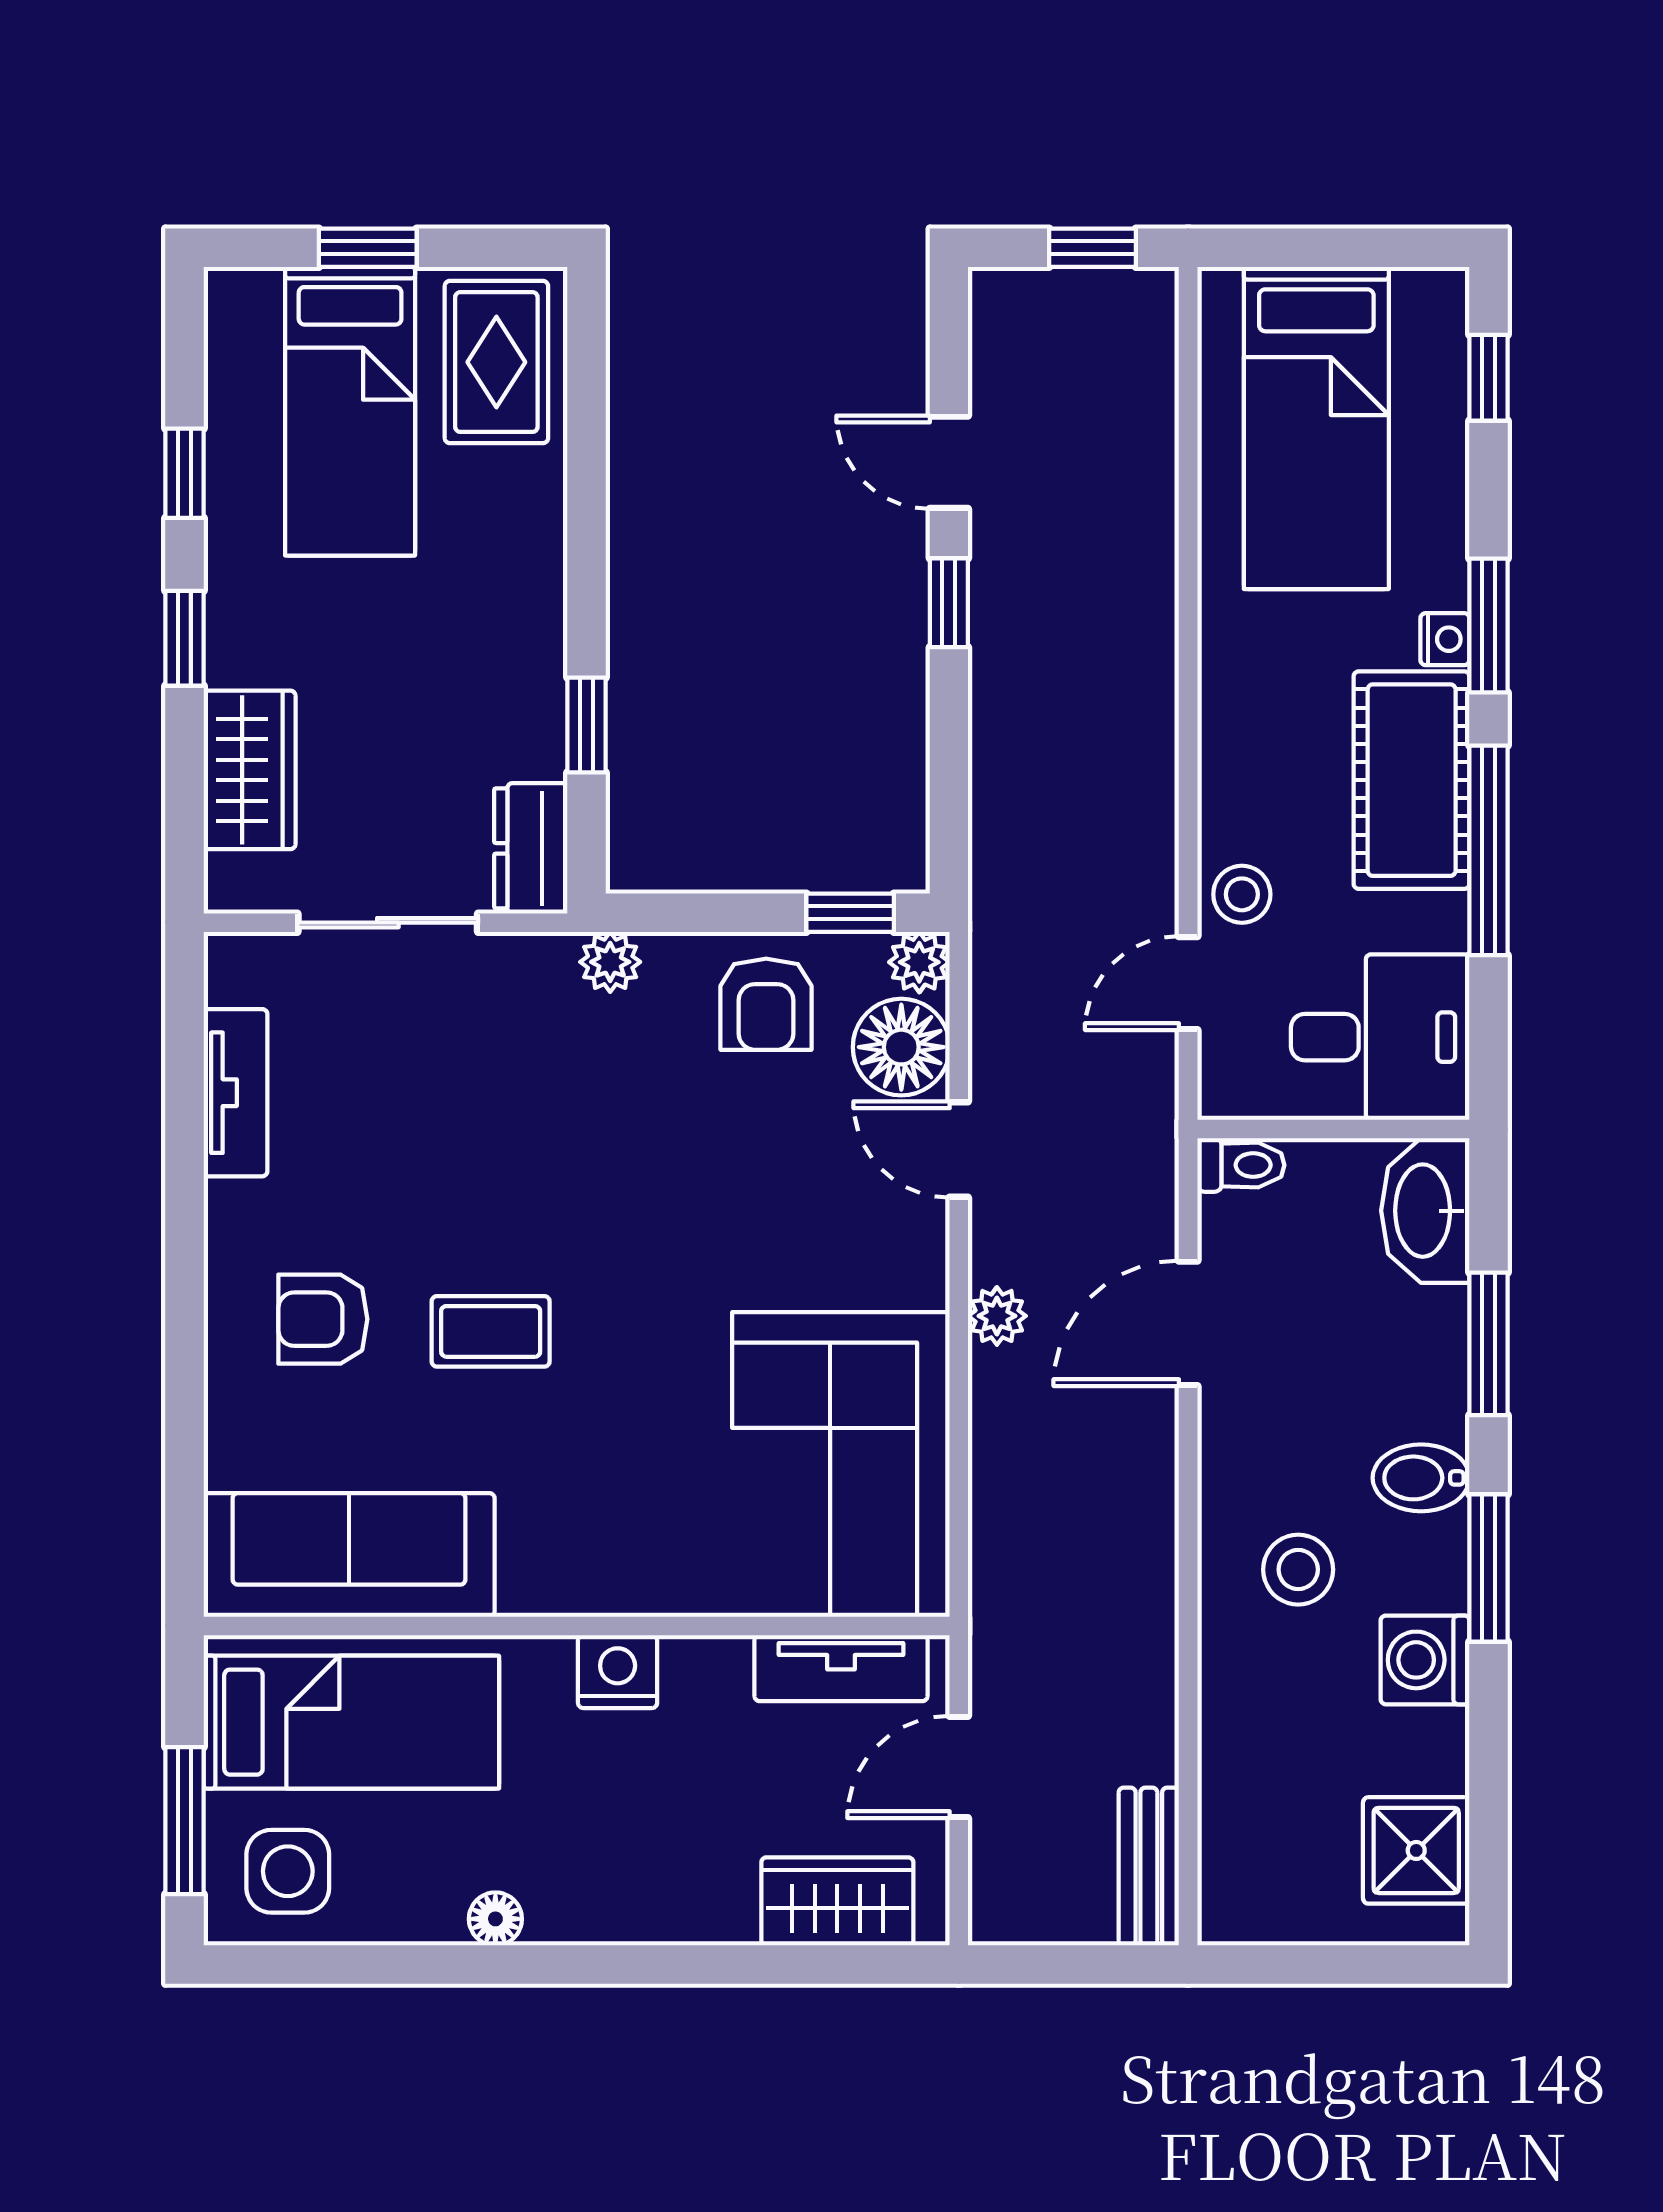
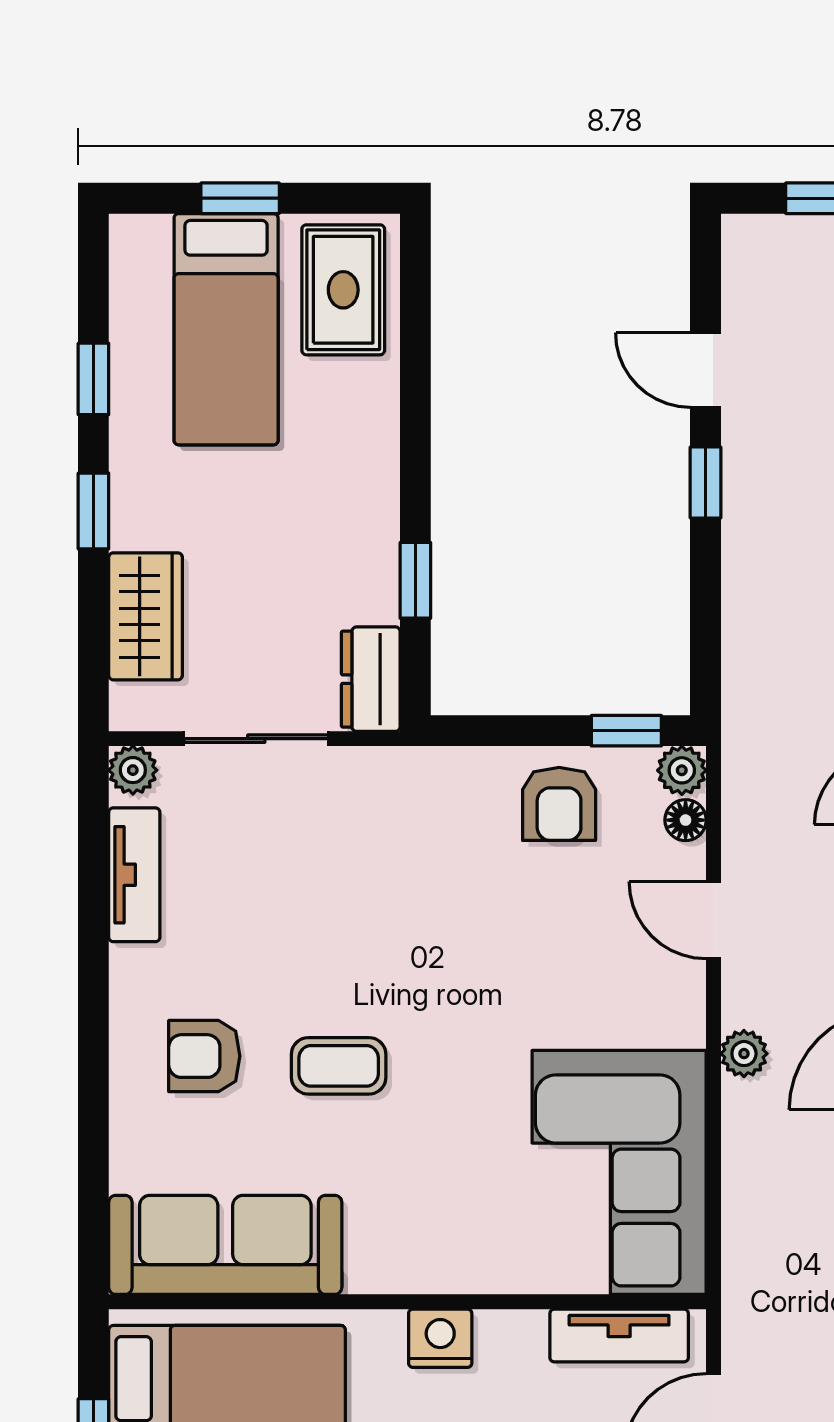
plant: (610, 962) -> (133, 770), moved
floor lamp: (901, 1047) -> (686, 820), width x0.53, depth x0.53

